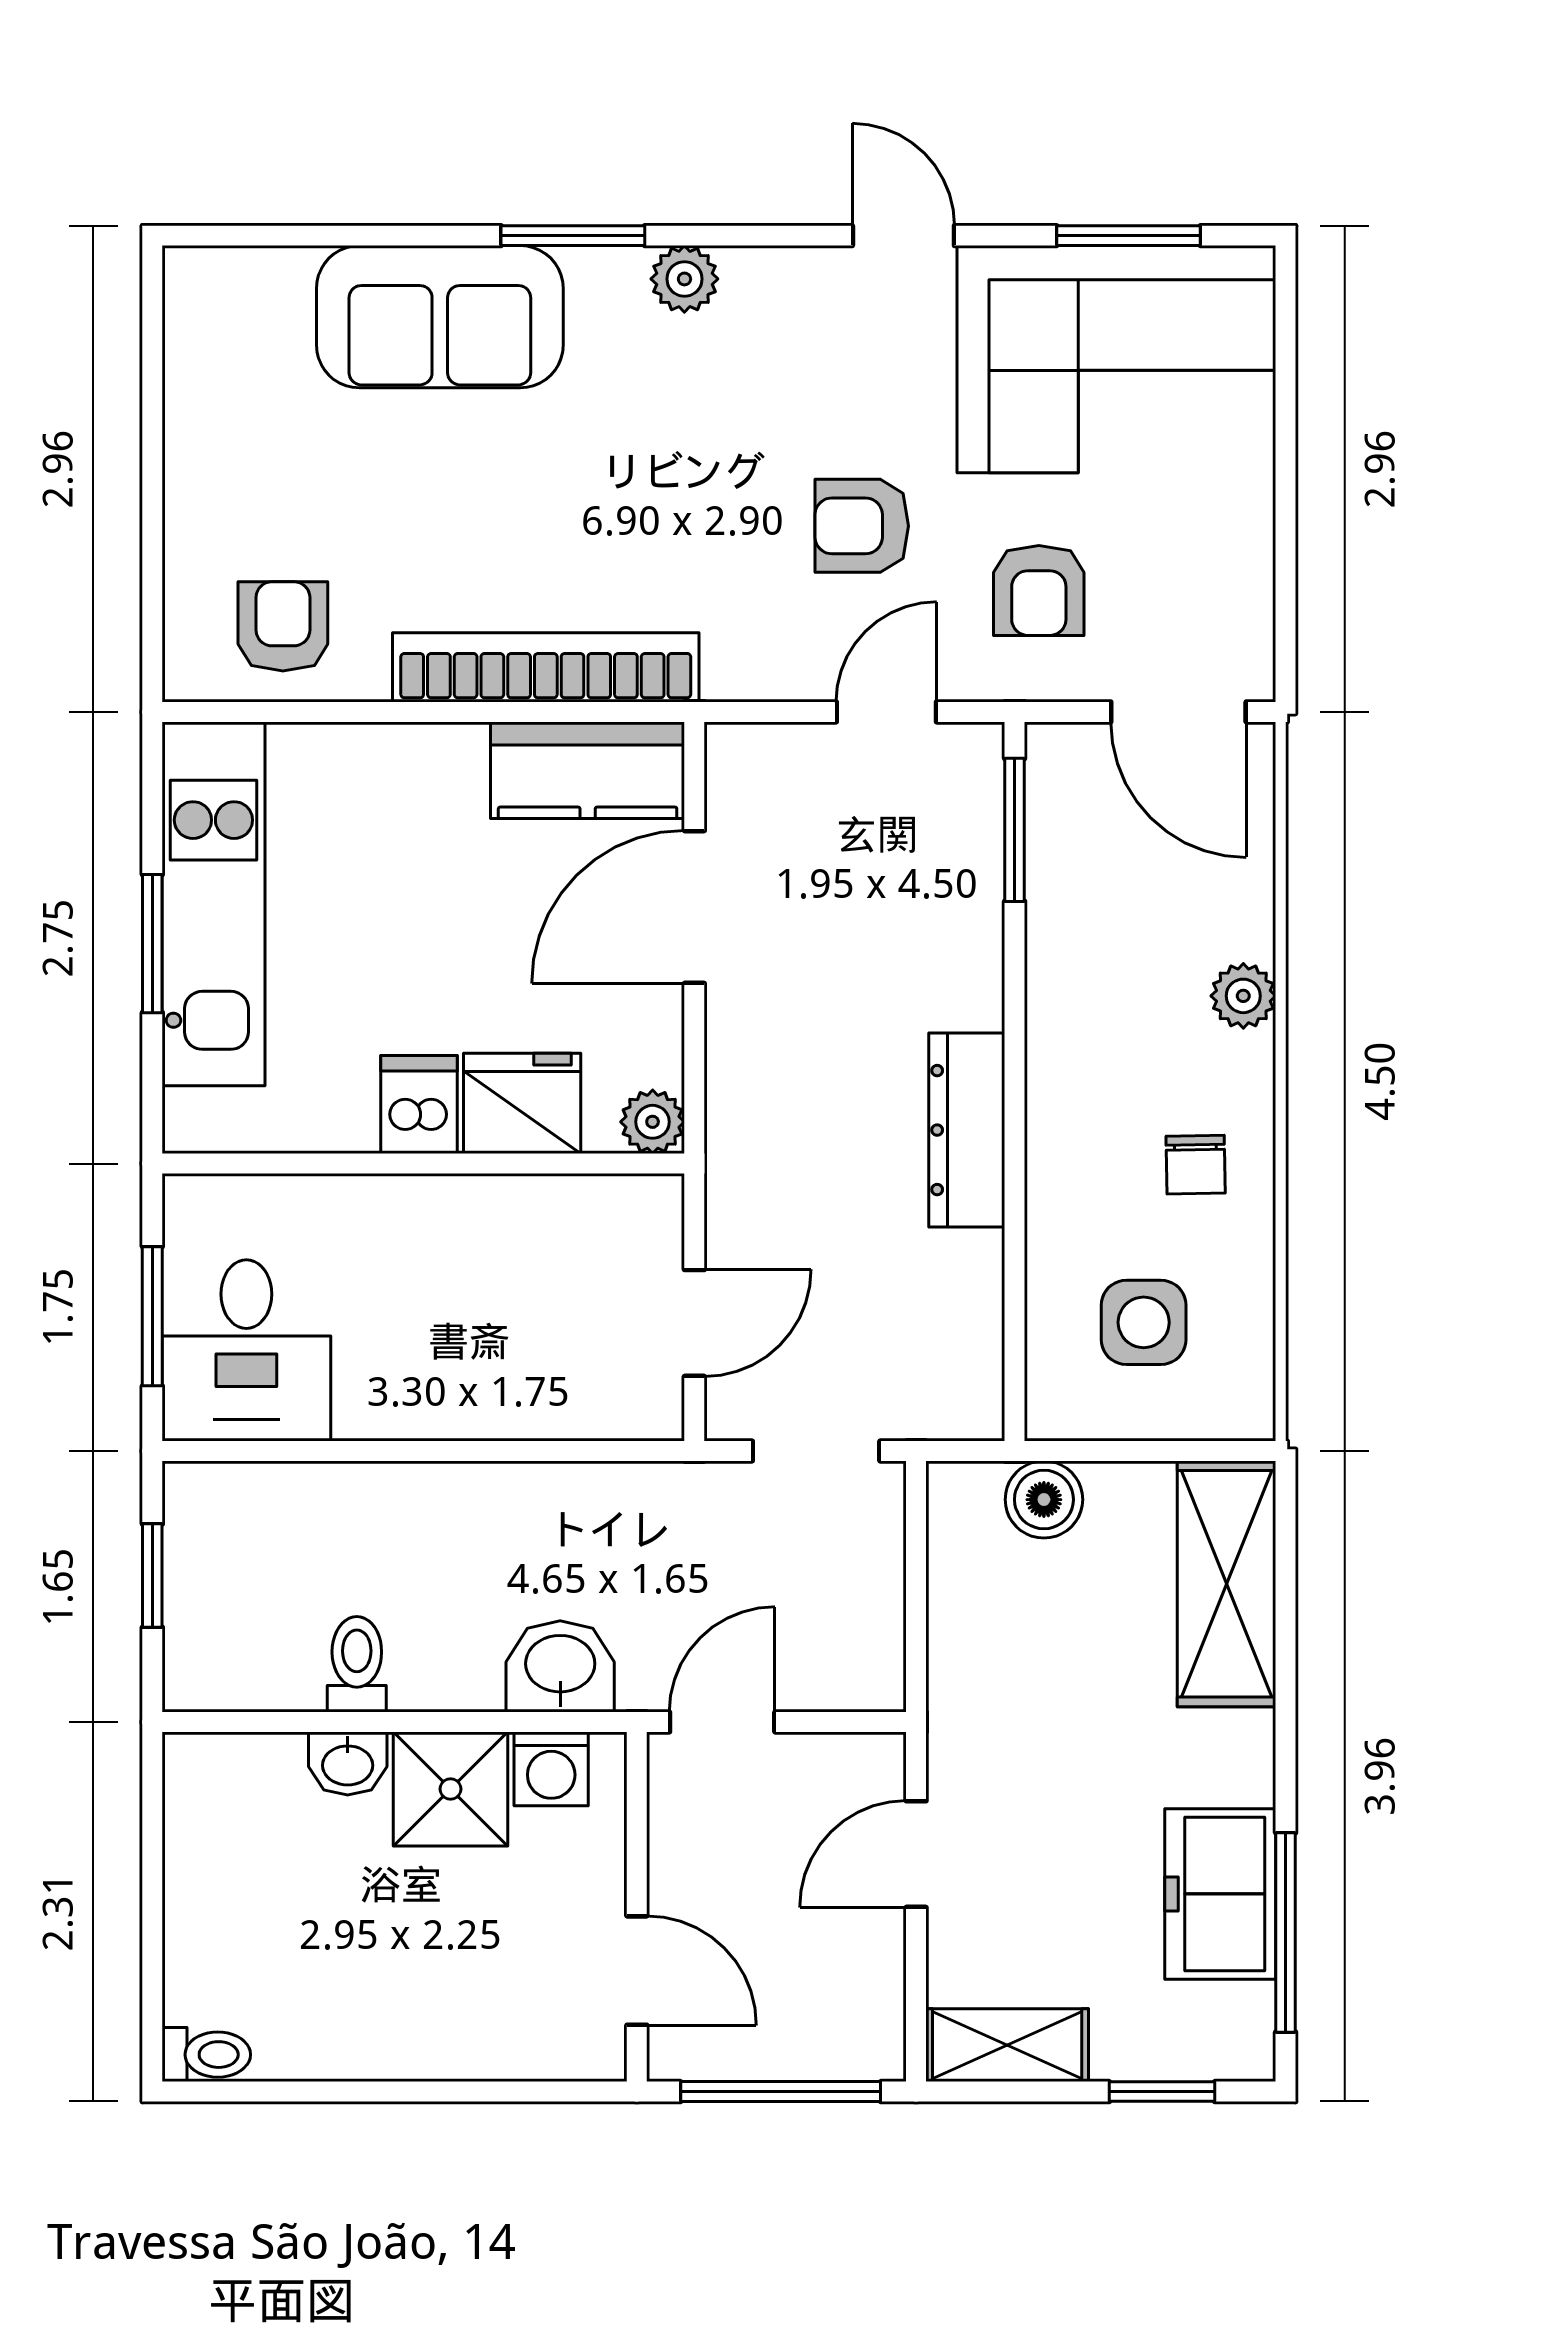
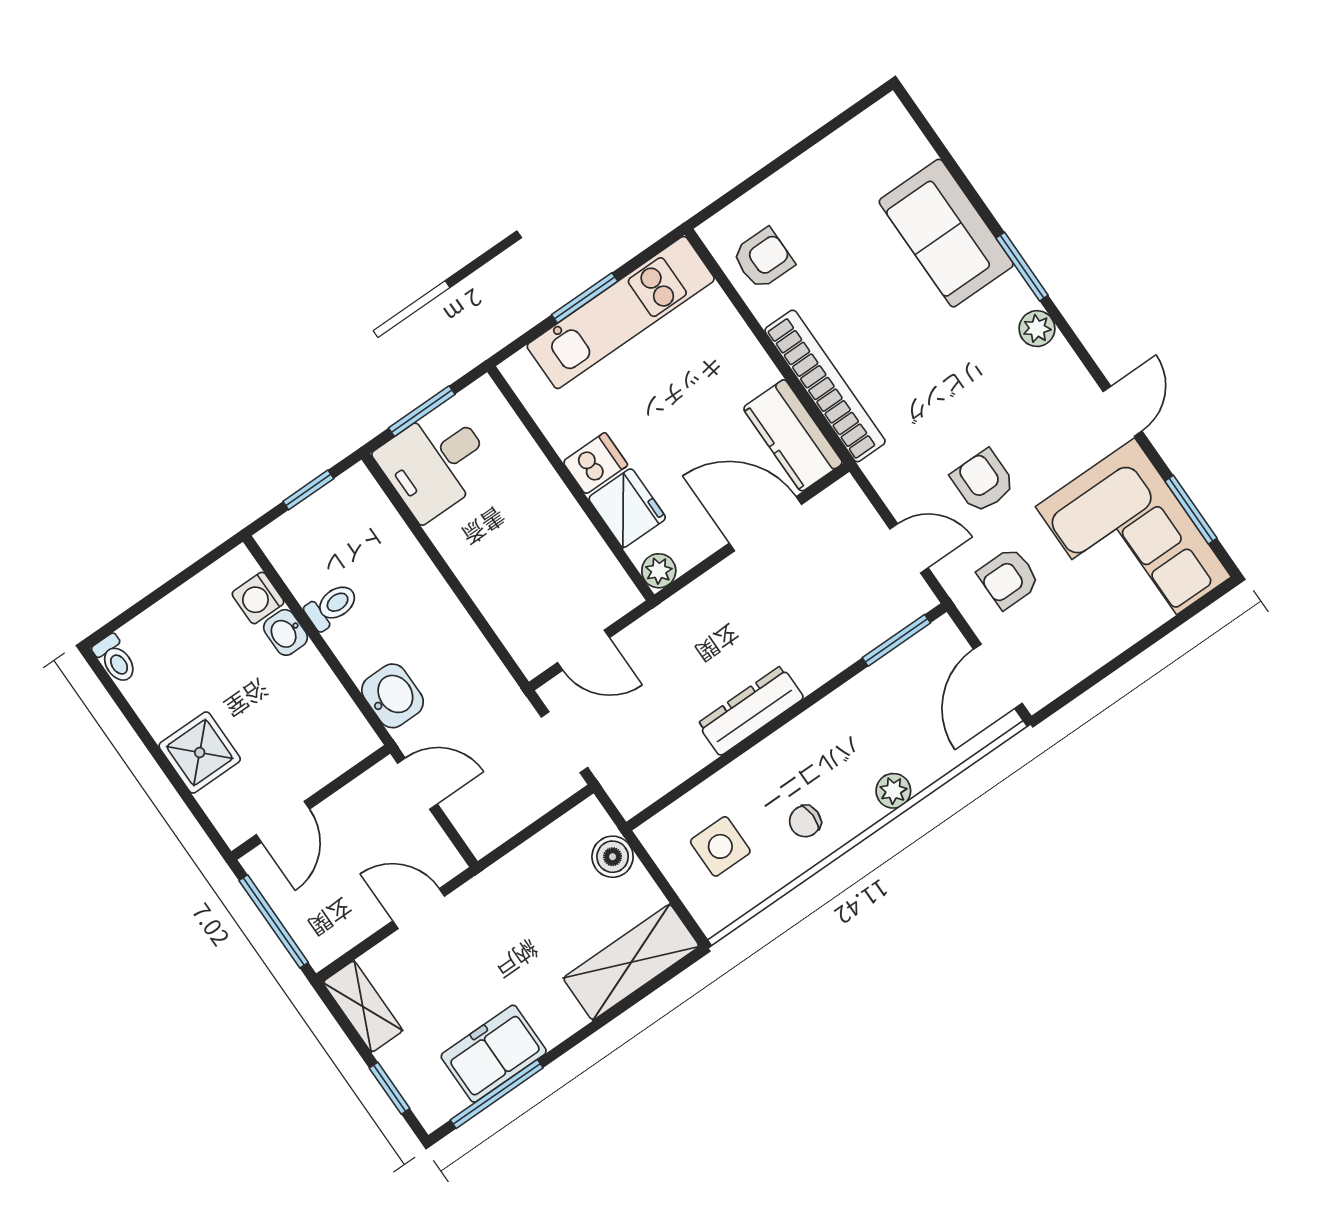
washing machine: (551, 1769) -> (258, 598), moved
shower: (450, 1789) -> (200, 752), moved

